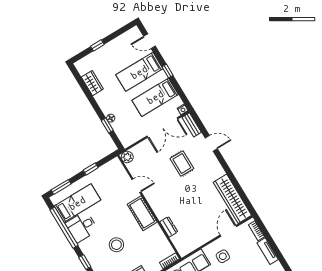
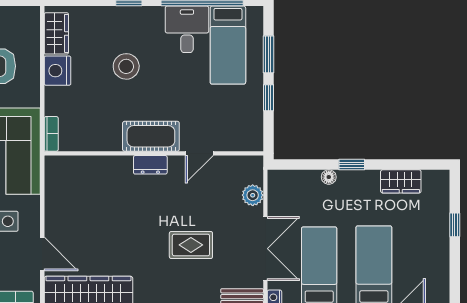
window: (107, 126) -> (352, 165), moved
double door: (162, 128) -> (265, 249), swing flipped
plant: (127, 157) -> (253, 195), moved
window: (61, 187) -> (268, 54), moved
dresser: (169, 227) -> (150, 165), moved

